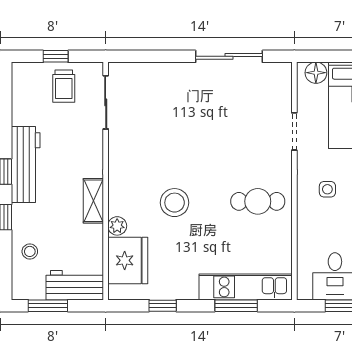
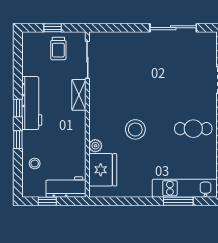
shelving: (93, 201) -> (79, 95), moved
window: (48, 306) -> (47, 201), width x0.67
window: (163, 306) -> (127, 201), removed

